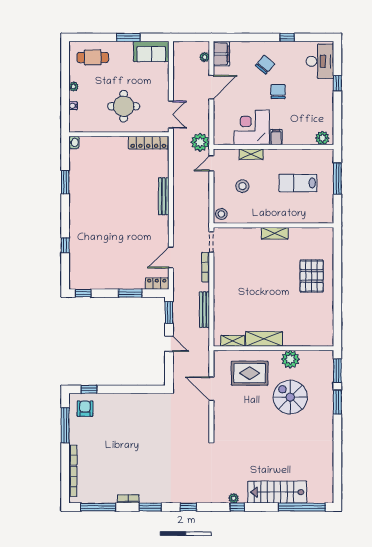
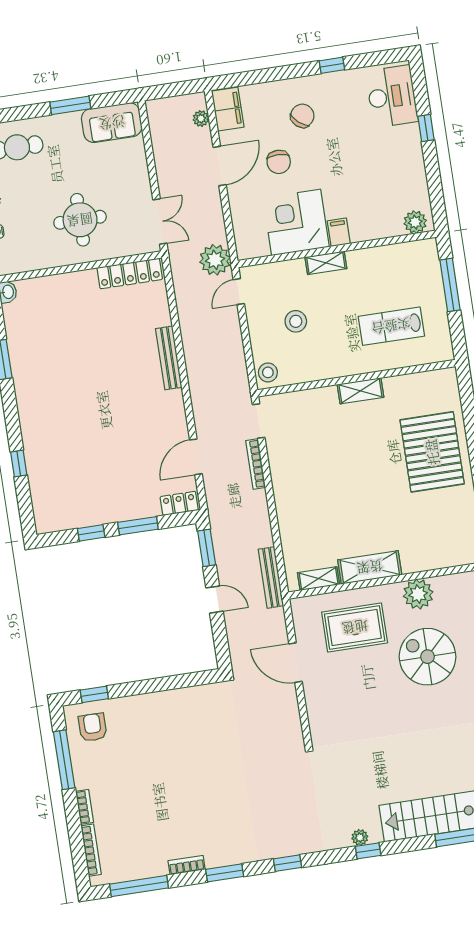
chair: (278, 92) -> (279, 162), moved, turned 180
shelving: (251, 154) -> (326, 263), moved
lab bench: (298, 183) -> (391, 326), moved
pallet: (312, 276) -> (432, 452), width x1.37, depth x1.41
window: (83, 293) -> (91, 533), moved
bench: (204, 310) -> (271, 577), moved

